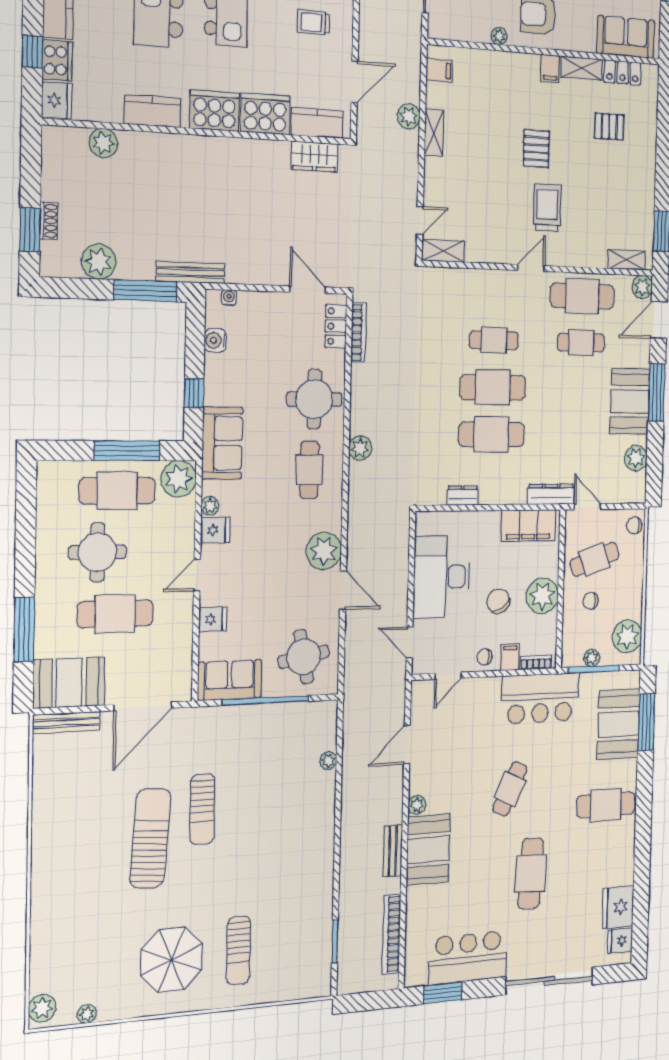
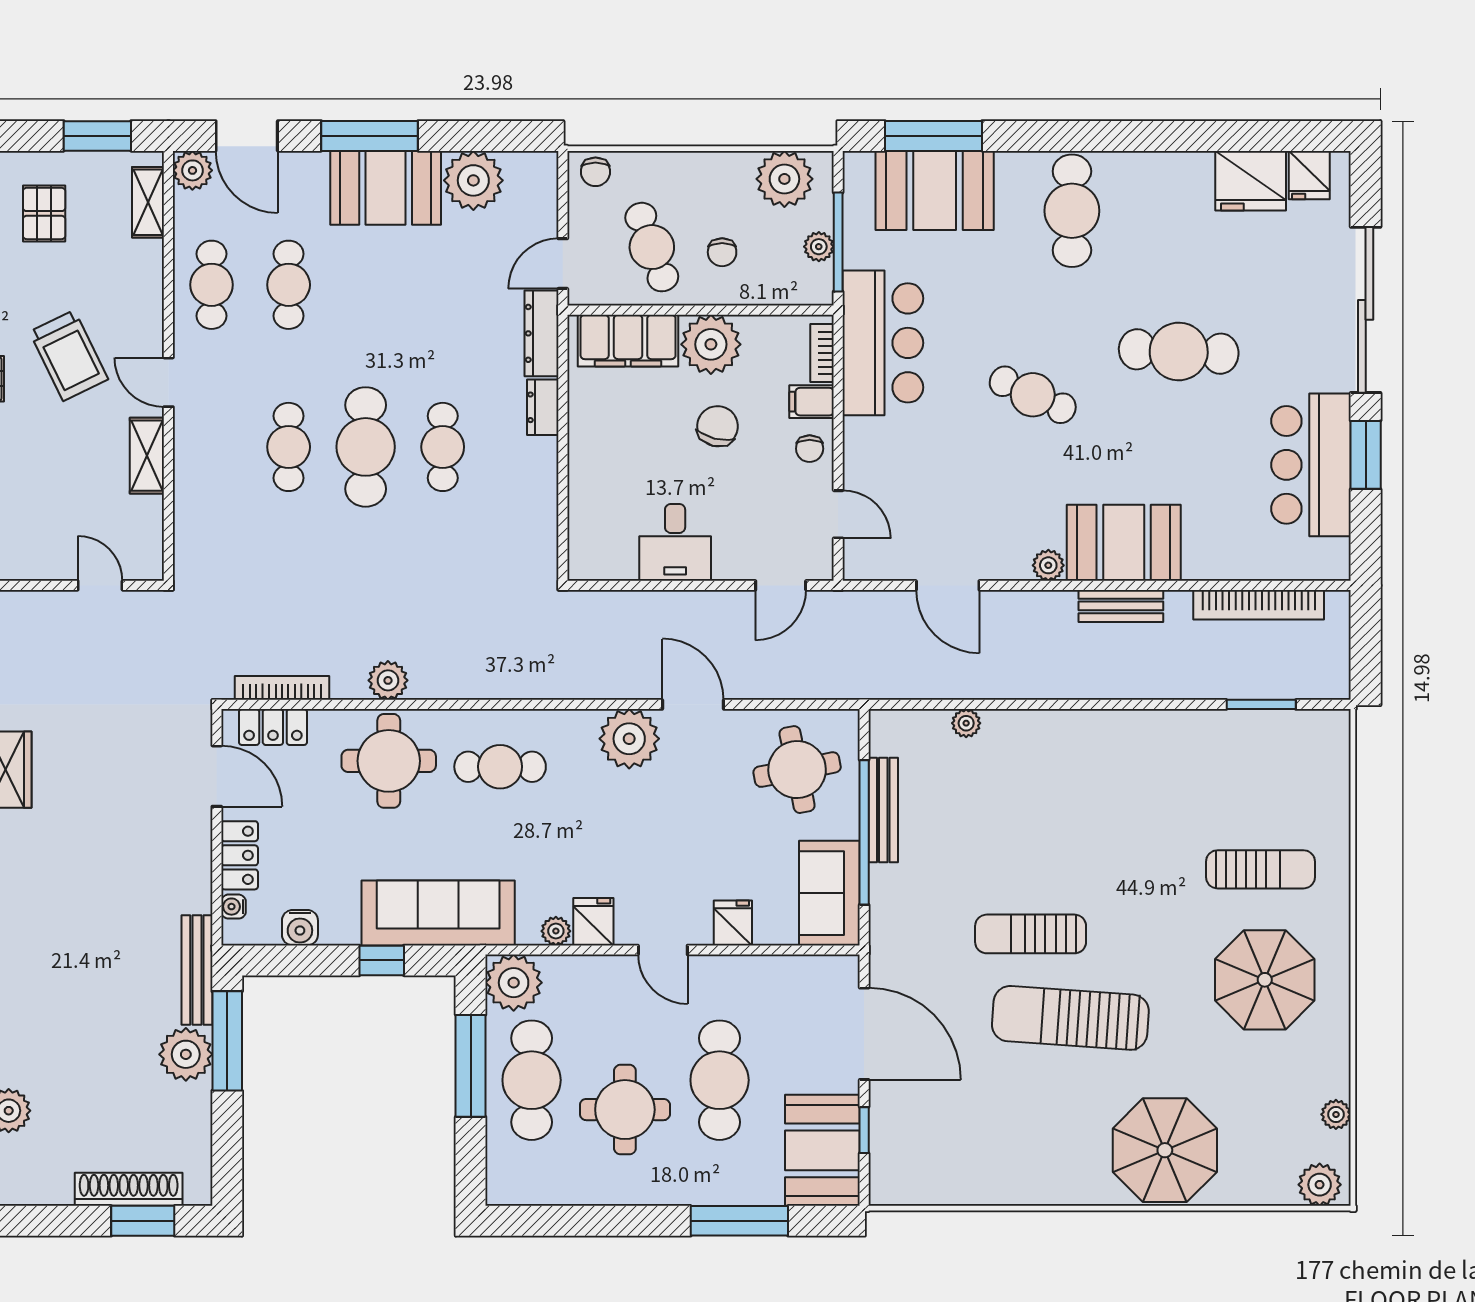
pallet: (623, 197) -> (44, 213), added
trolley: (547, 208) -> (69, 355), turned -116
shoe rack: (49, 221) -> (129, 1189), width x1.94, depth x1.24
shelving: (443, 251) -> (147, 456), moved
plant: (99, 261) -> (186, 1054), moved
door: (308, 290) -> (217, 776), swing flipped
cafe table: (582, 296) -> (212, 285), width x0.73, depth x0.74
locker: (260, 303) -> (240, 855), added
cafe table: (491, 434) -> (443, 447), width x0.73, depth x0.74
sofa: (222, 443) -> (438, 913), width x1.36
plant: (360, 448) -> (388, 680), moved
plant: (636, 458) -> (473, 180), width x1.36, depth x1.36
dresser: (463, 496) -> (543, 407), moved
filing cabinet: (528, 526) -> (628, 341), moved, turned 90
desk: (442, 577) -> (675, 542), width x0.53, depth x0.77
door: (343, 590) -> (693, 704), hinge flipped
chair: (498, 601) -> (718, 426), turned 137
window: (82, 709) -> (864, 1130), added
bench: (66, 723) -> (883, 810), moved
sun lounger: (202, 809) -> (1031, 934), turned 180
parasol: (66, 906) -> (1165, 1150), added
window: (443, 993) -> (1366, 455), moved

